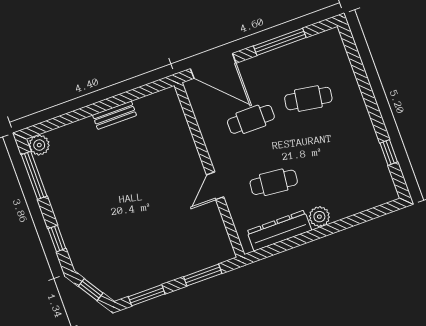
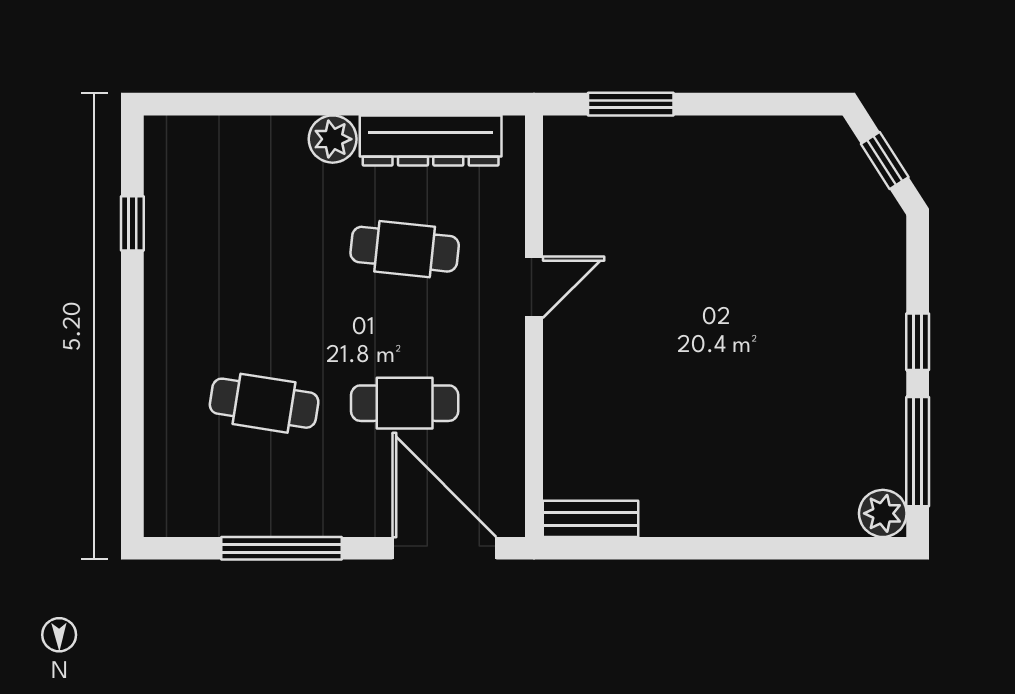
bench: (115, 115) -> (591, 519), moved
window: (57, 239) -> (918, 342), moved
window: (147, 295) -> (768, 104), removed

